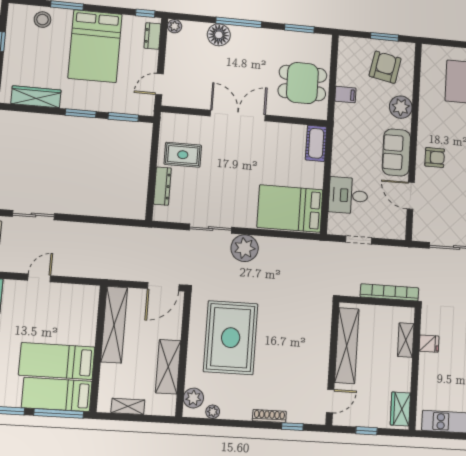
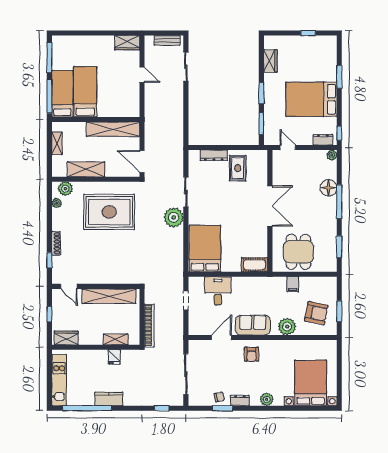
stool: (42, 20) -> (327, 60), removed
wardrobe: (36, 97) -> (270, 61), width x0.67

